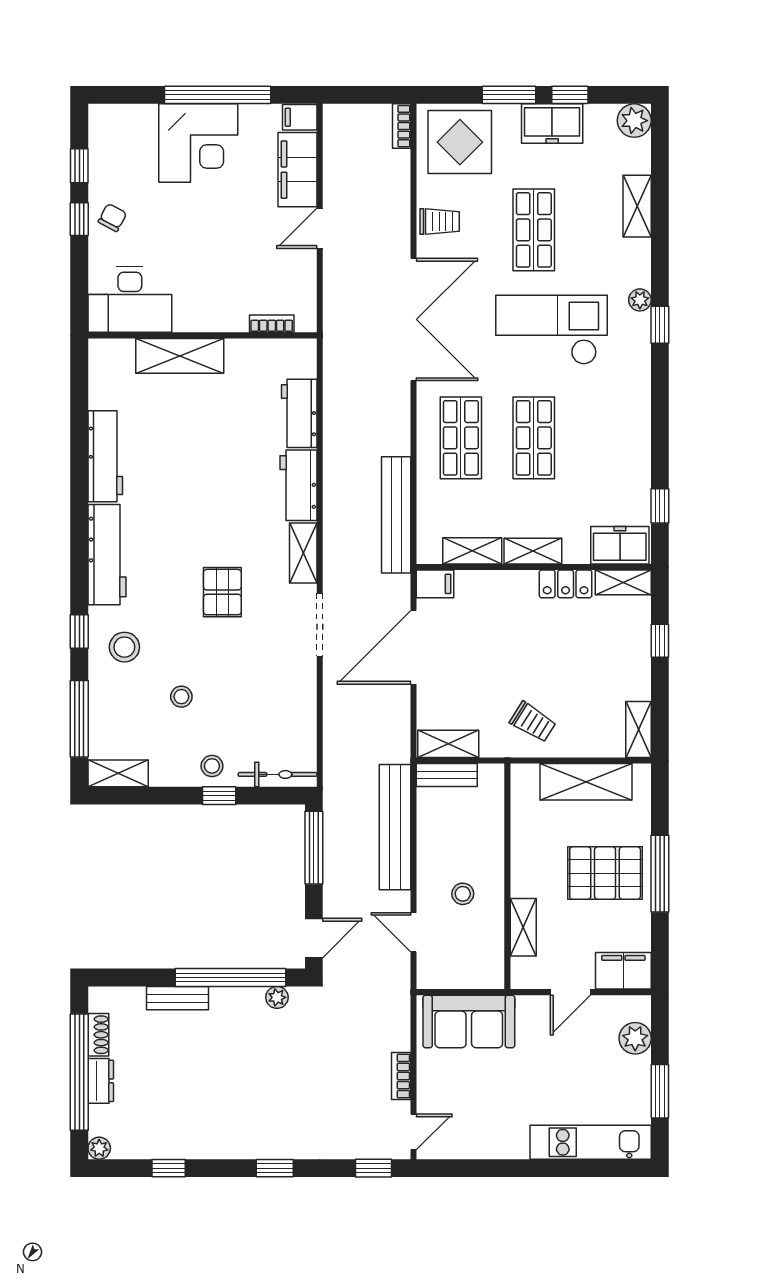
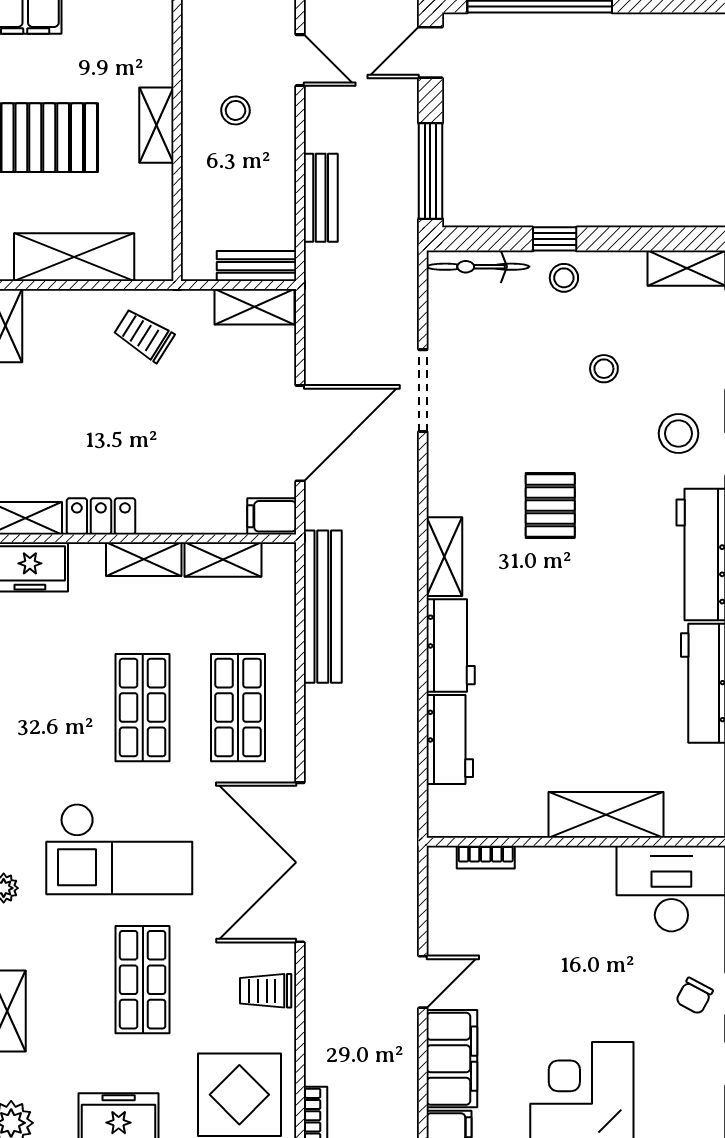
doorway: (320, 625) -> (423, 391), moved
bench: (395, 827) -> (321, 198), width x0.54, depth x0.82
shelving: (523, 927) -> (156, 125), moved

